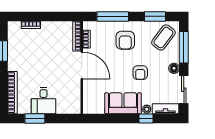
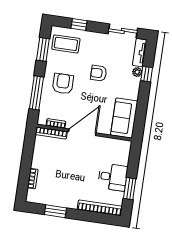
coffee table: (163, 38) -> (66, 44), turned -37
armchair: (125, 40) -> (63, 84), turned -90
window: (184, 47) -> (79, 24), width x0.46
floor lamp: (174, 68) -> (99, 38), removed
armchair: (140, 73) -> (99, 73), turned 180
sofa: (123, 103) -> (124, 118), moved

